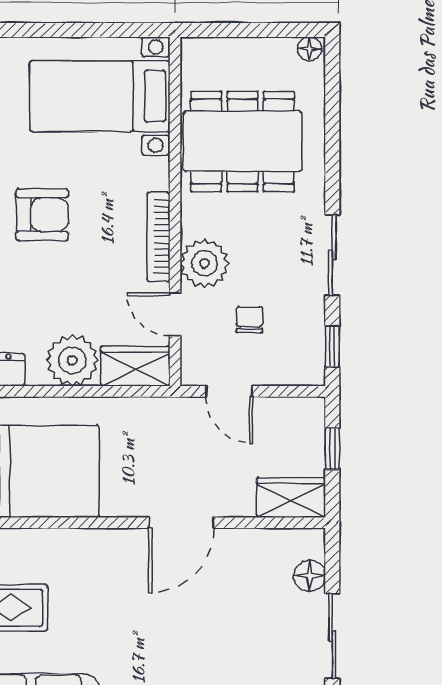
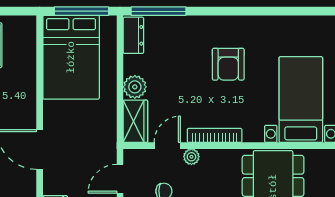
plant: (205, 263) -> (191, 157), width x0.53, depth x0.53
plant: (72, 360) -> (135, 87), width x0.73, depth x0.73

